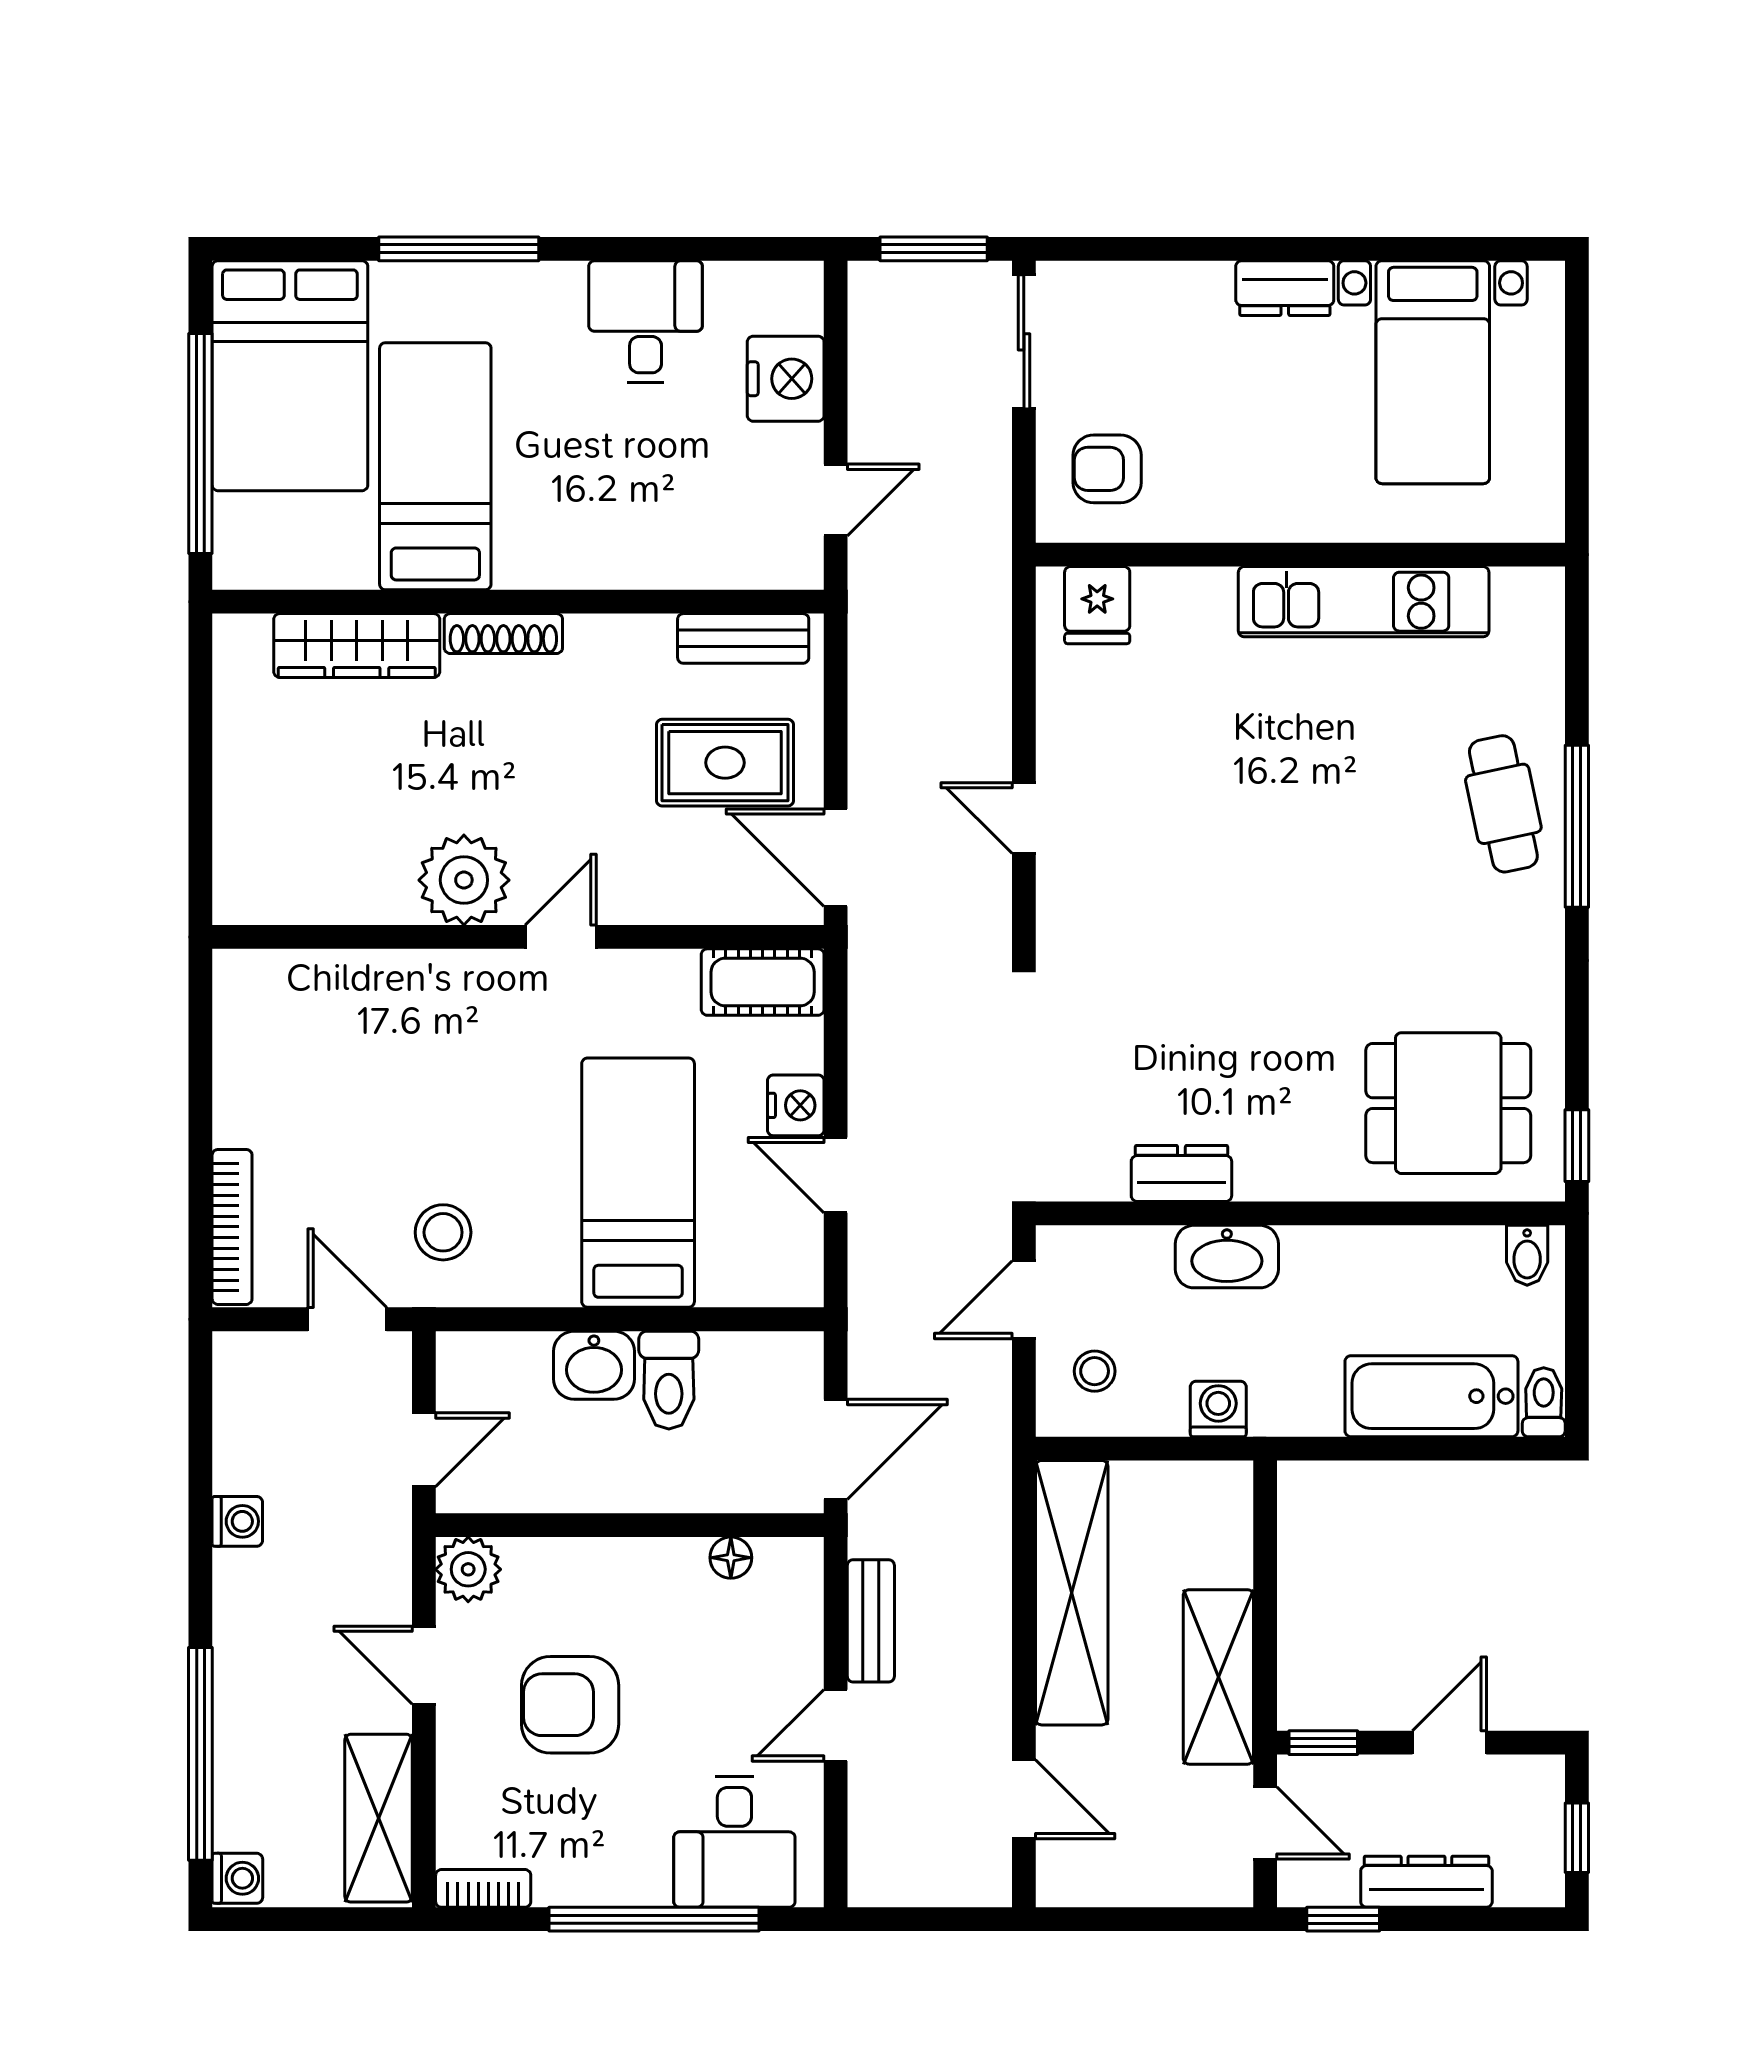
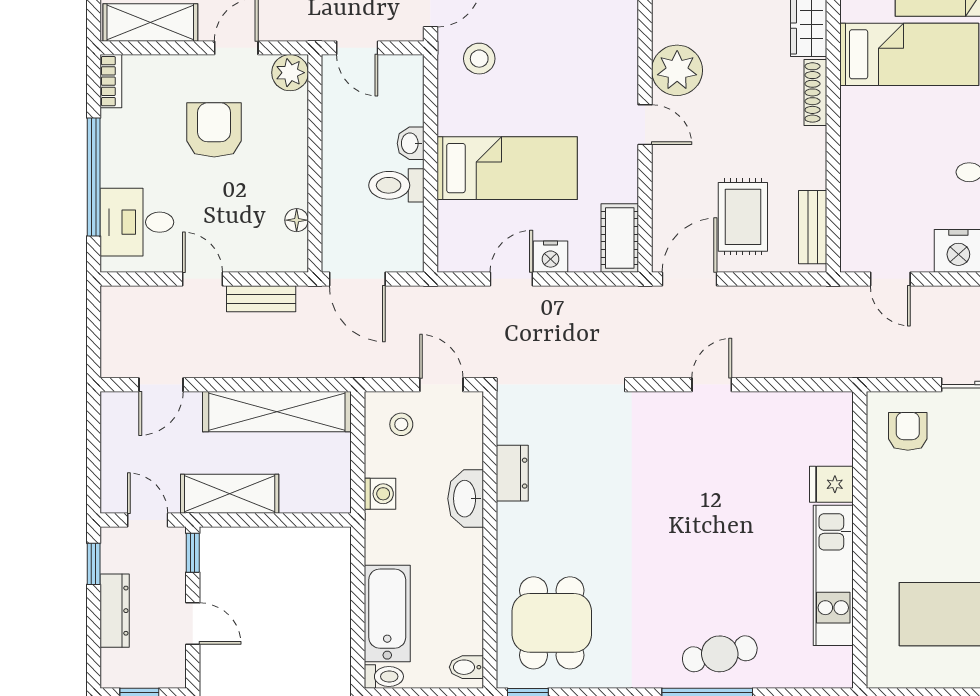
fridge: (1097, 605) -> (831, 484), moved
washbasin: (594, 1365) -> (411, 143), width x0.72, depth x0.69
door: (1265, 1823) -> (148, 520), swing flipped

